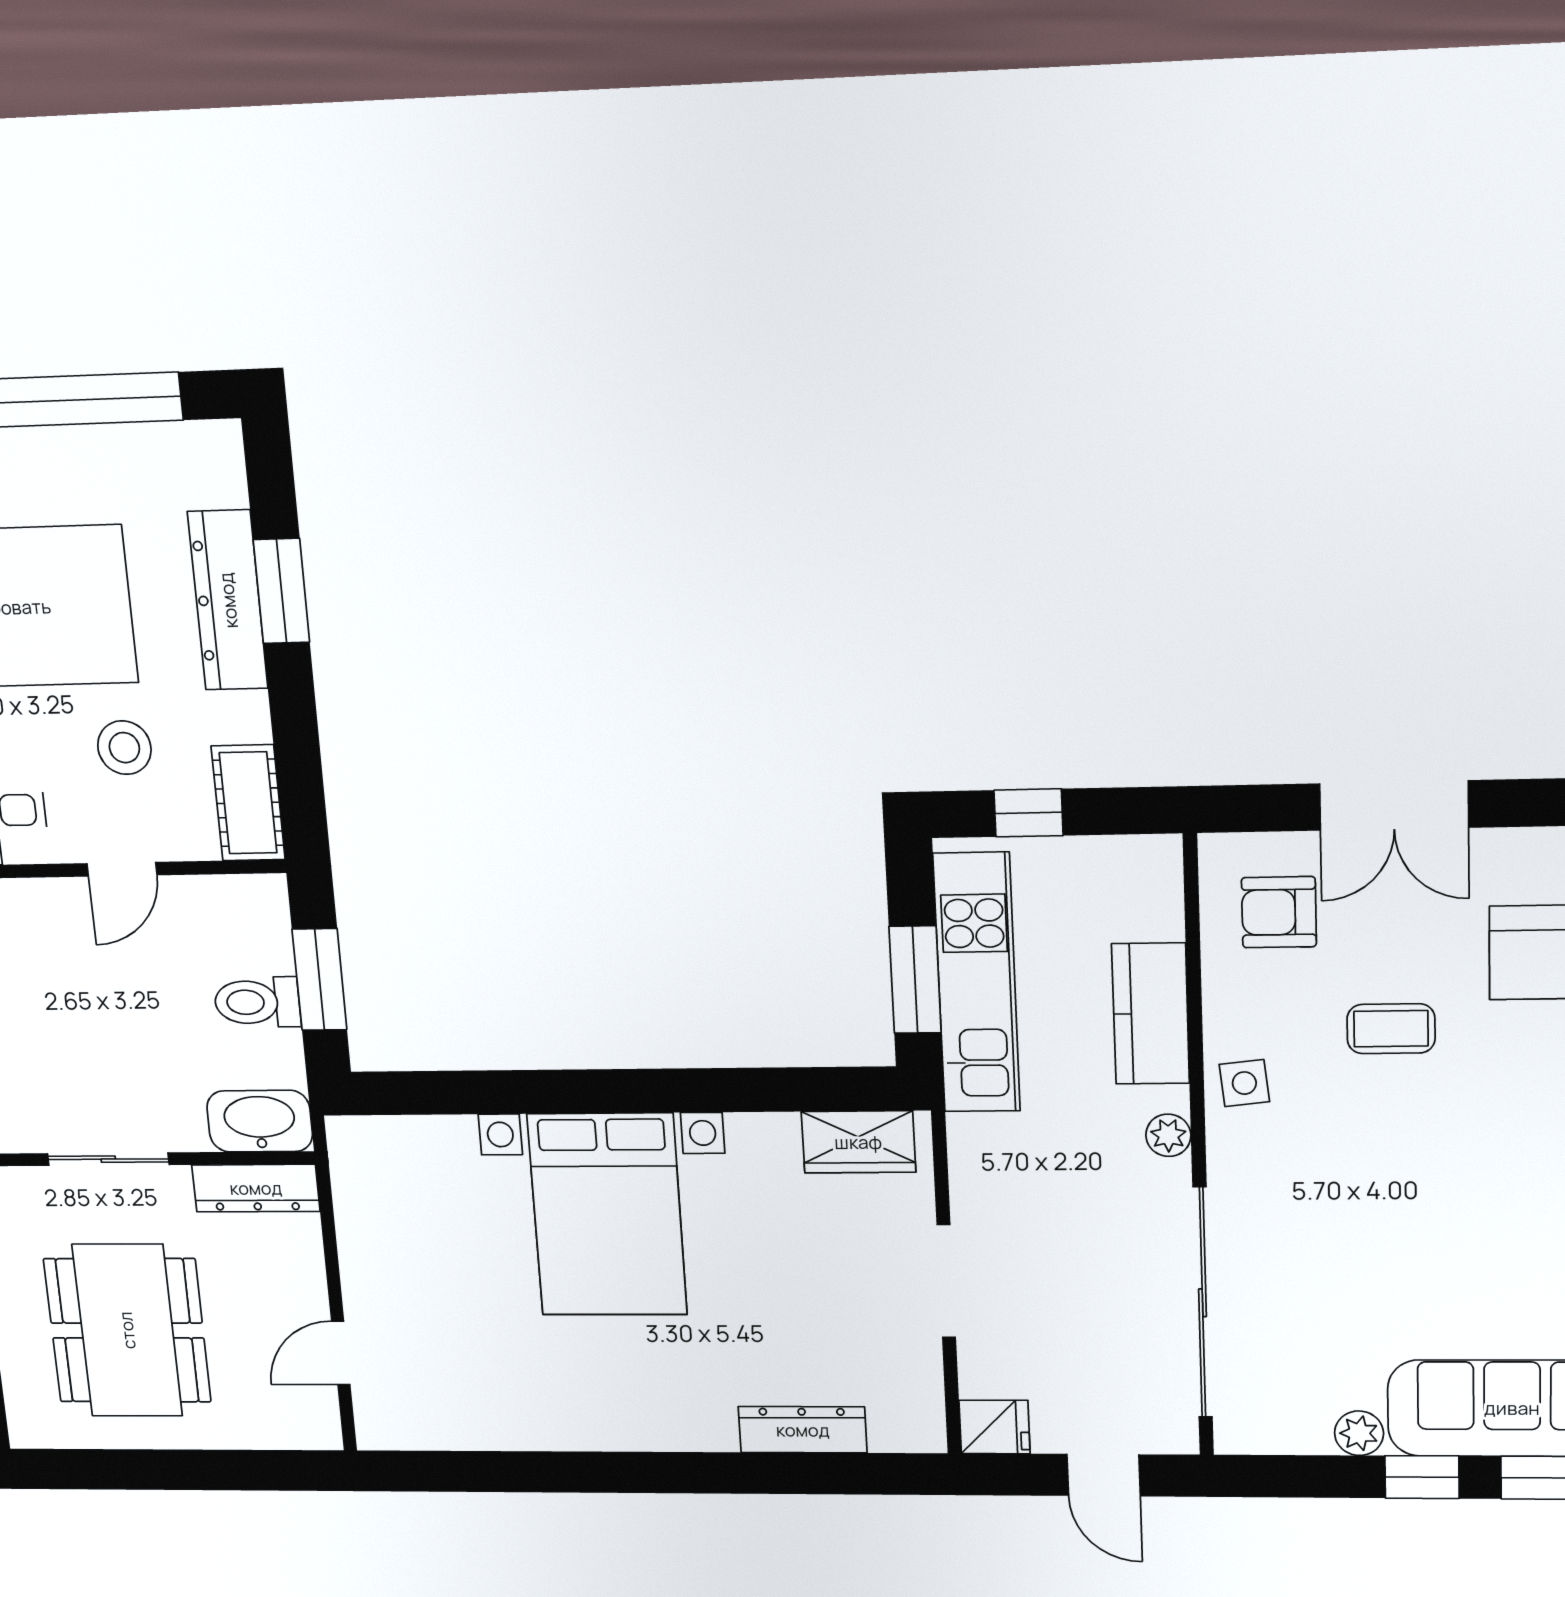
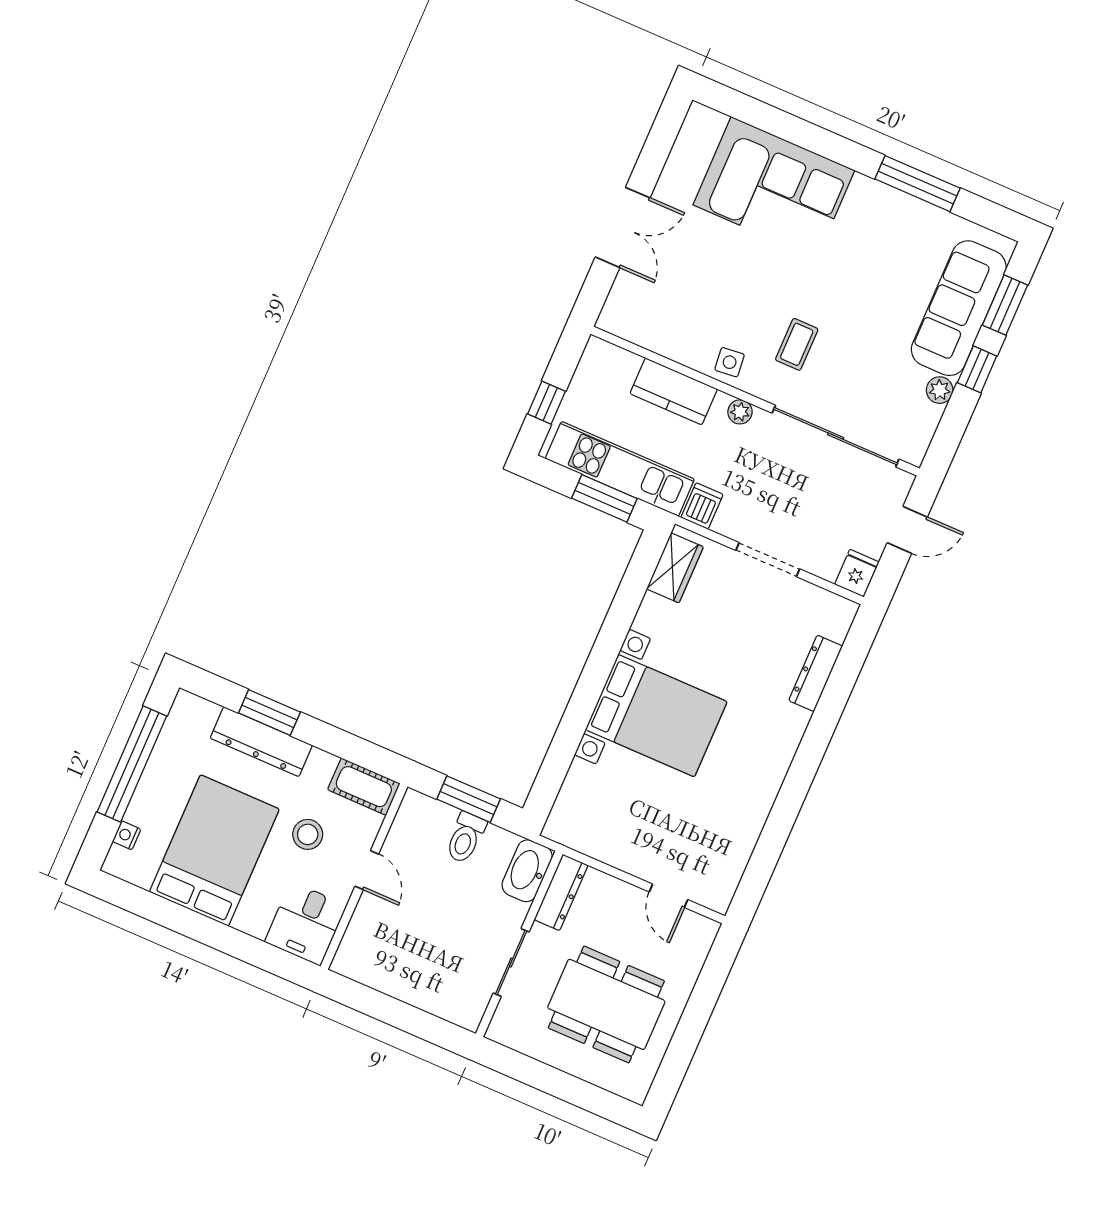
armchair: (1279, 912) -> (651, 306), removed
coffee table: (1391, 1029) -> (797, 344), moved
dishwasher: (982, 1141) -> (702, 506), added

